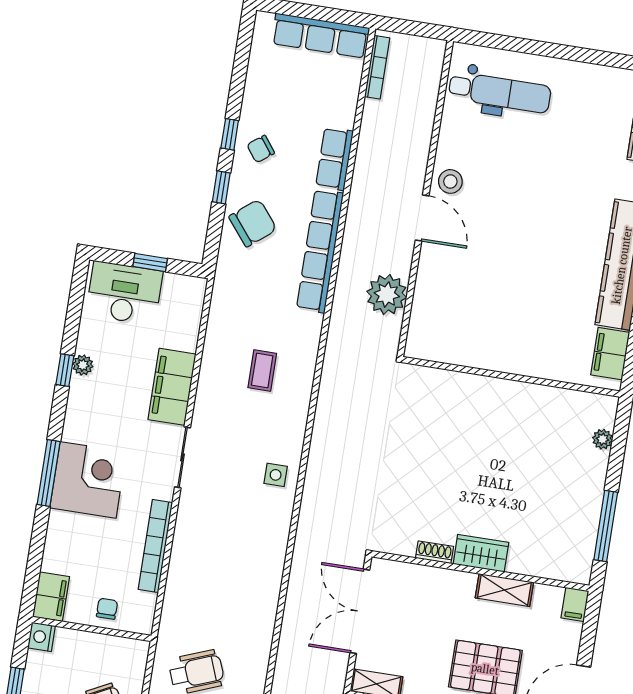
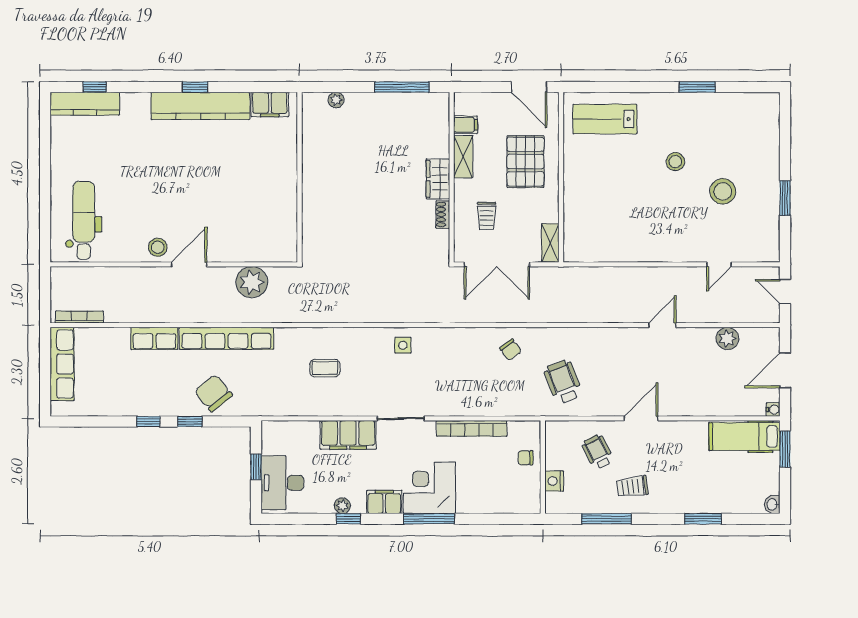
chair: (261, 149) -> (511, 350), moved
filing cabinet: (51, 597) -> (384, 502), moved
filing cabinet: (575, 604) -> (466, 125), moved
trolley: (424, 608) -> (487, 216), added
nightstand: (41, 637) -> (554, 481), moved, turned 90

